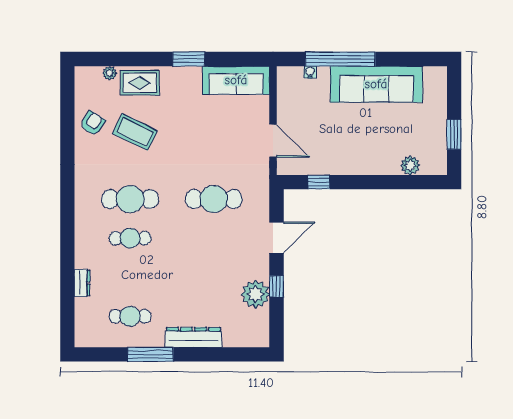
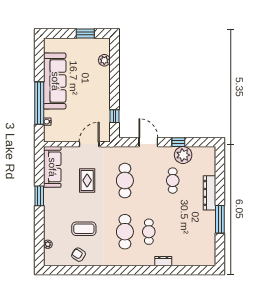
rug: (140, 83) -> (87, 180), moved
coffee table: (135, 132) -> (84, 229), turned 64
dresser: (82, 283) -> (163, 261), moved
cafe table: (130, 316) -> (173, 181), moved

